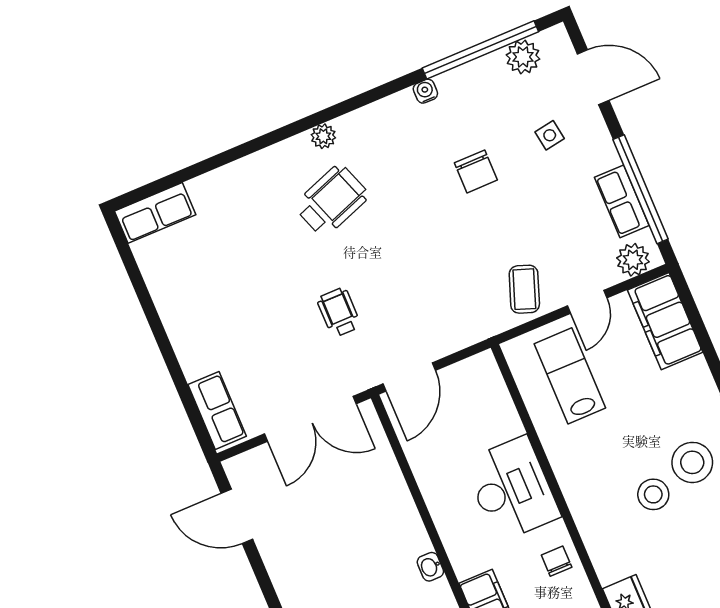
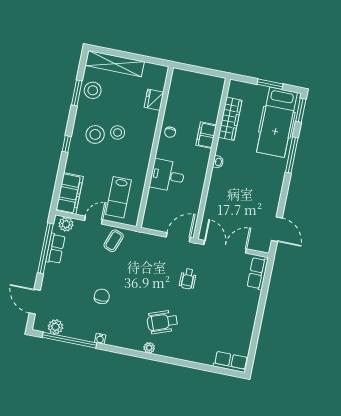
side table: (550, 135) -> (65, 291), removed
desk: (512, 489) -> (167, 175), width x0.73

